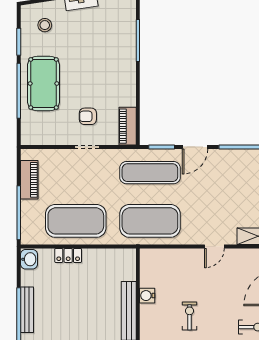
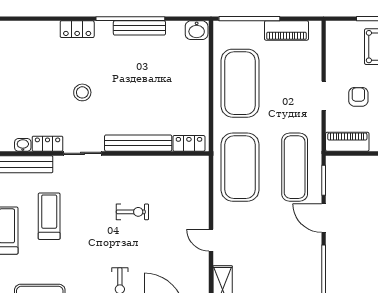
locker: (68, 255) -> (189, 143), moved, turned 90
water cooler: (147, 296) -> (155, 164), removed

